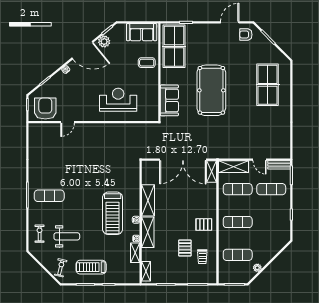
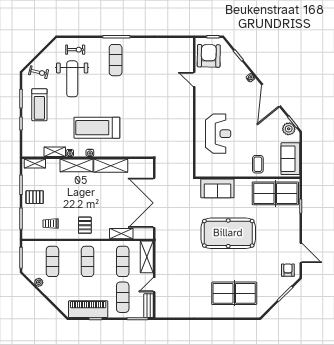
plant: (104, 41) -> (289, 129), moved
armchair: (45, 109) -> (209, 56), turned -89
shelving: (212, 172) -> (121, 234), moved
piano: (282, 221) -> (88, 309), added
weight bench: (67, 236) -> (72, 79), width x1.36, depth x1.33
pallet: (185, 248) -> (35, 197), moved
treadmill: (91, 267) -> (39, 105), turned 180

